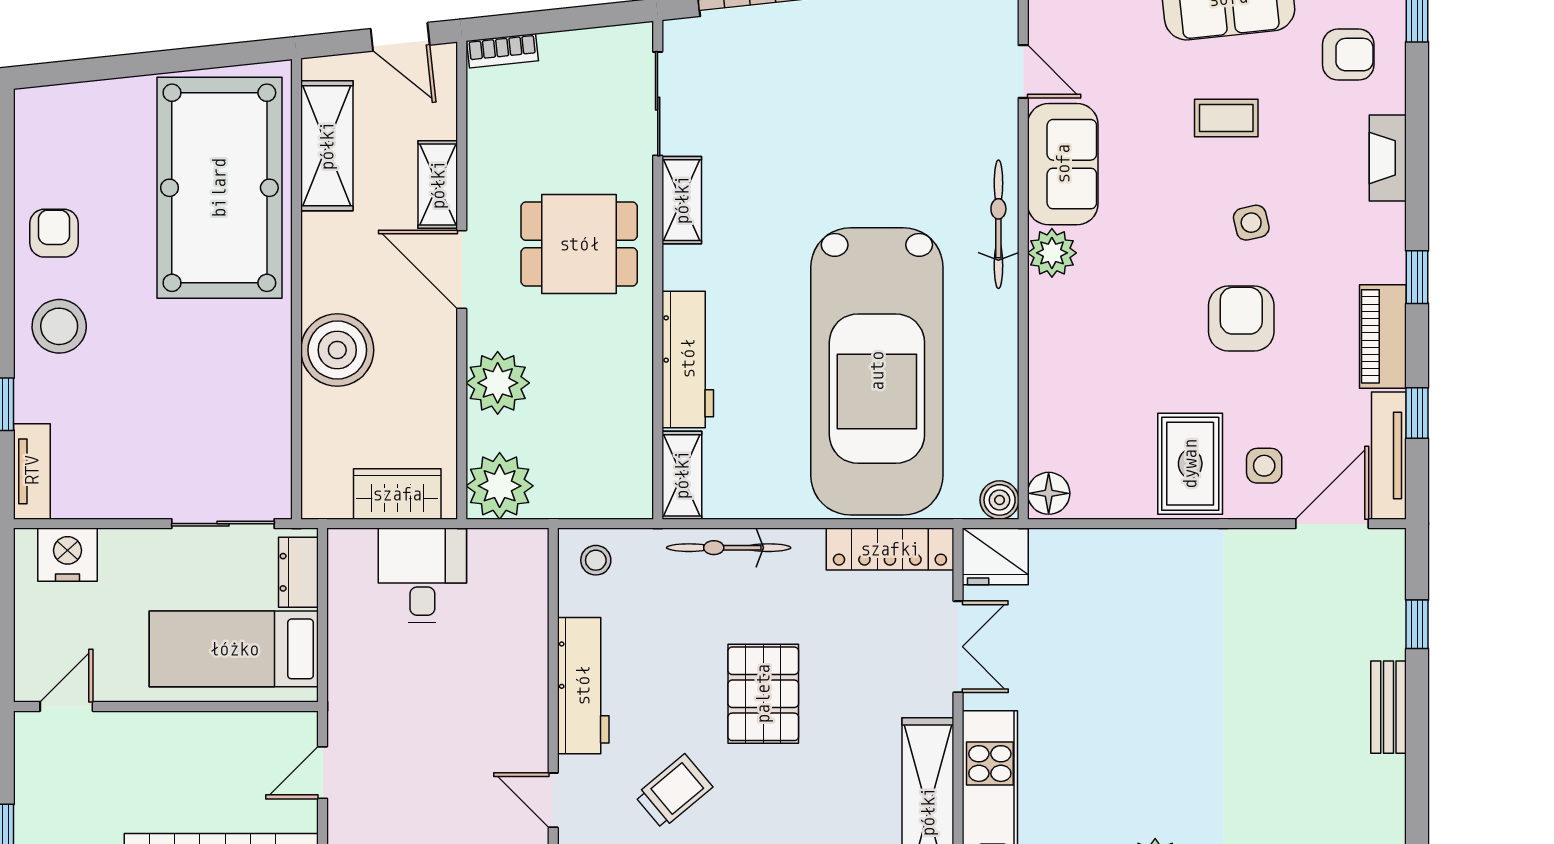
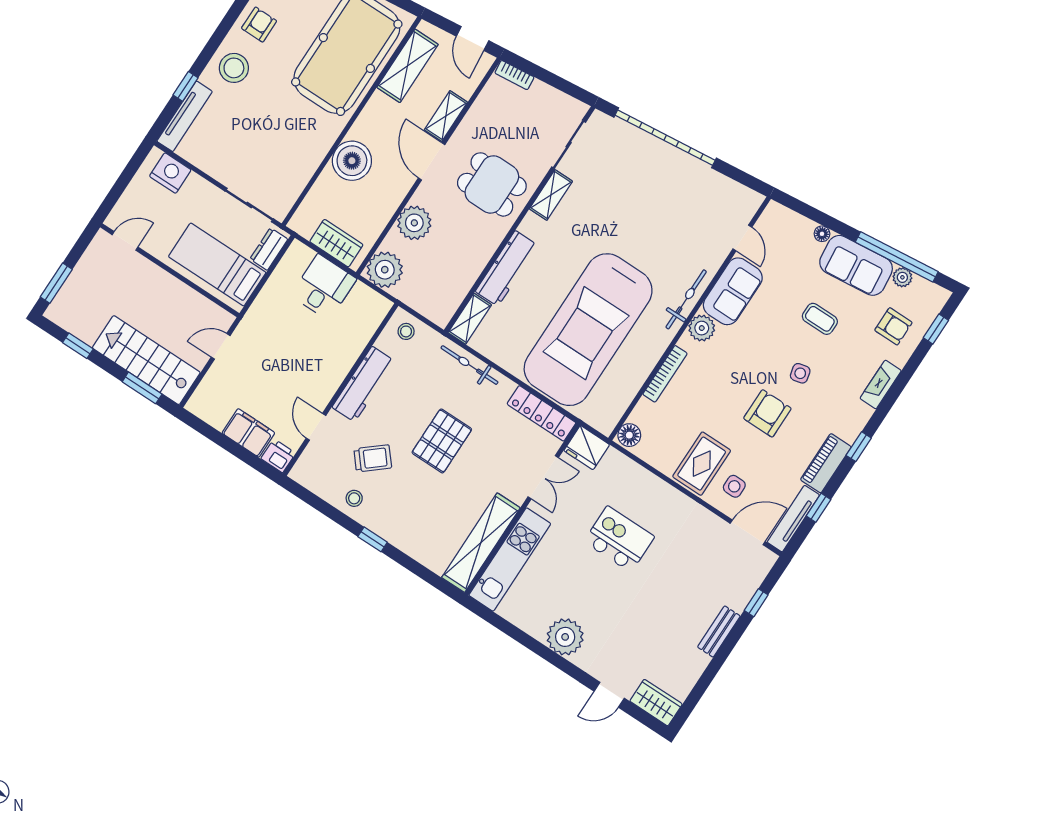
bookcase: (1042, 362) -> (665, 374), added
tv unit: (32, 471) -> (185, 116), width x1.41
boiler: (1000, 500) -> (605, 424), removed
kitchen island: (1139, 665) -> (619, 539), added

